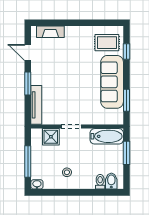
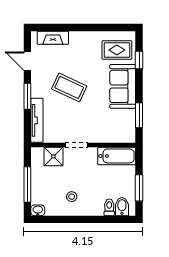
coffee table: (65, 76) -> (69, 87), added
sofa: (112, 82) -> (123, 86), width x0.73
window: (126, 153) -> (139, 188), moved

